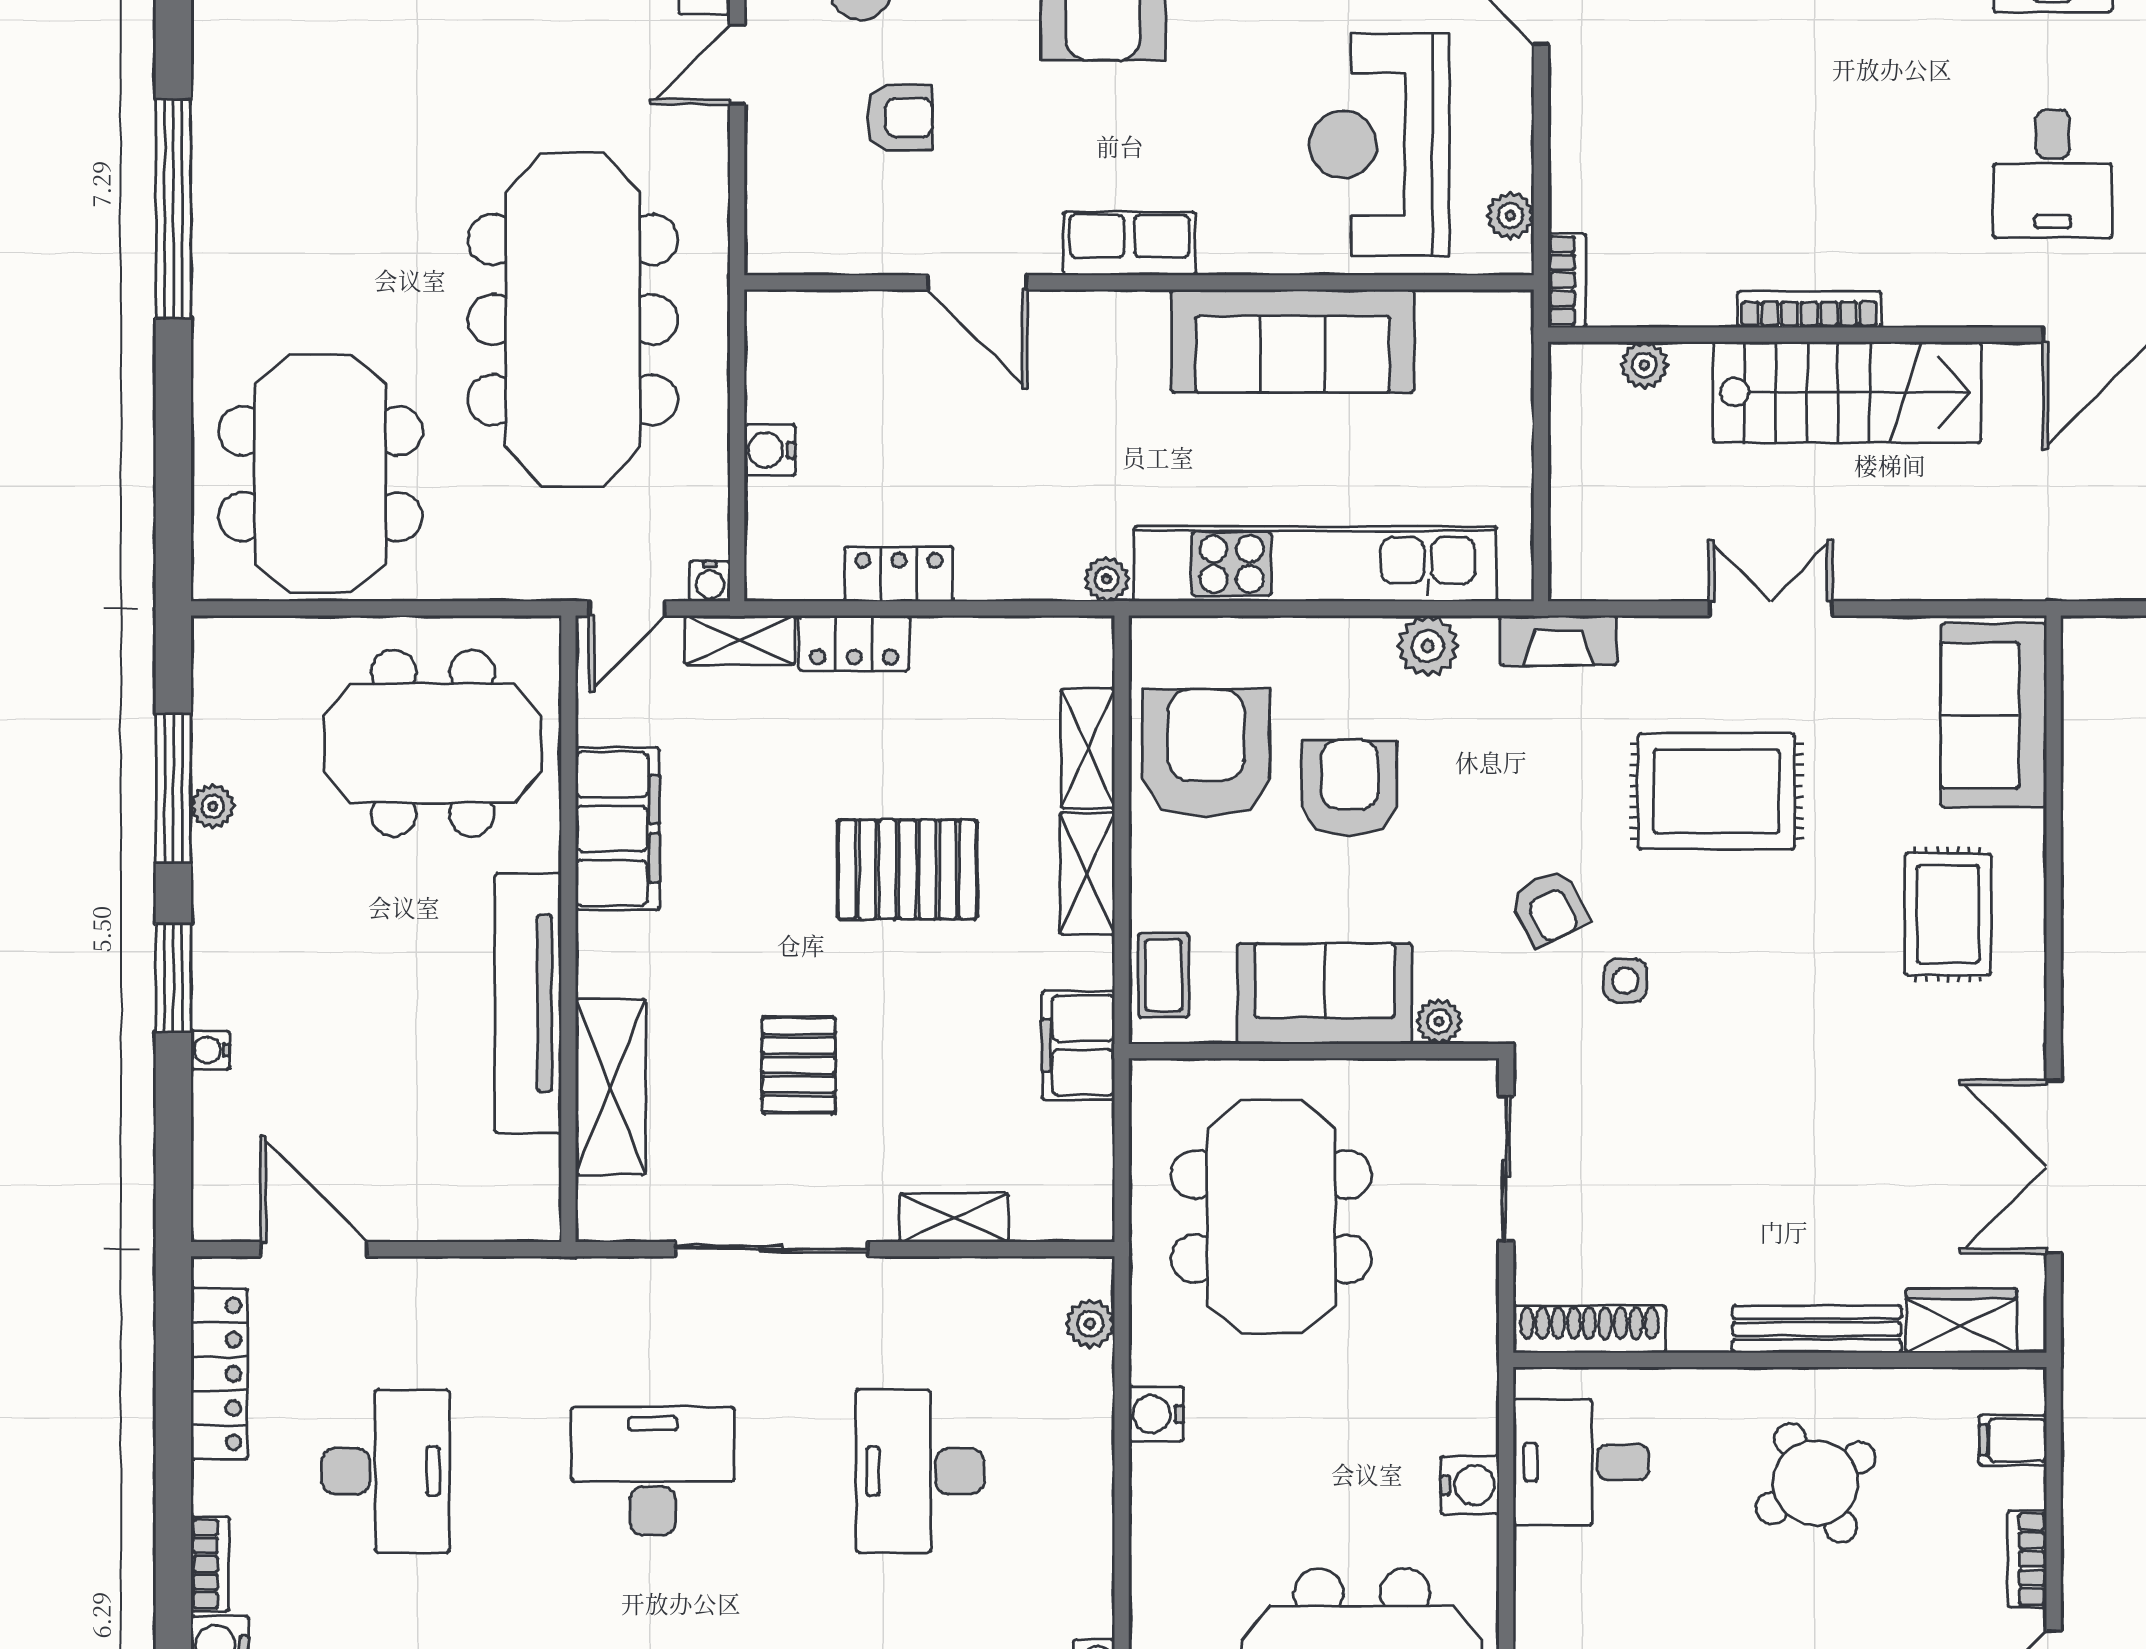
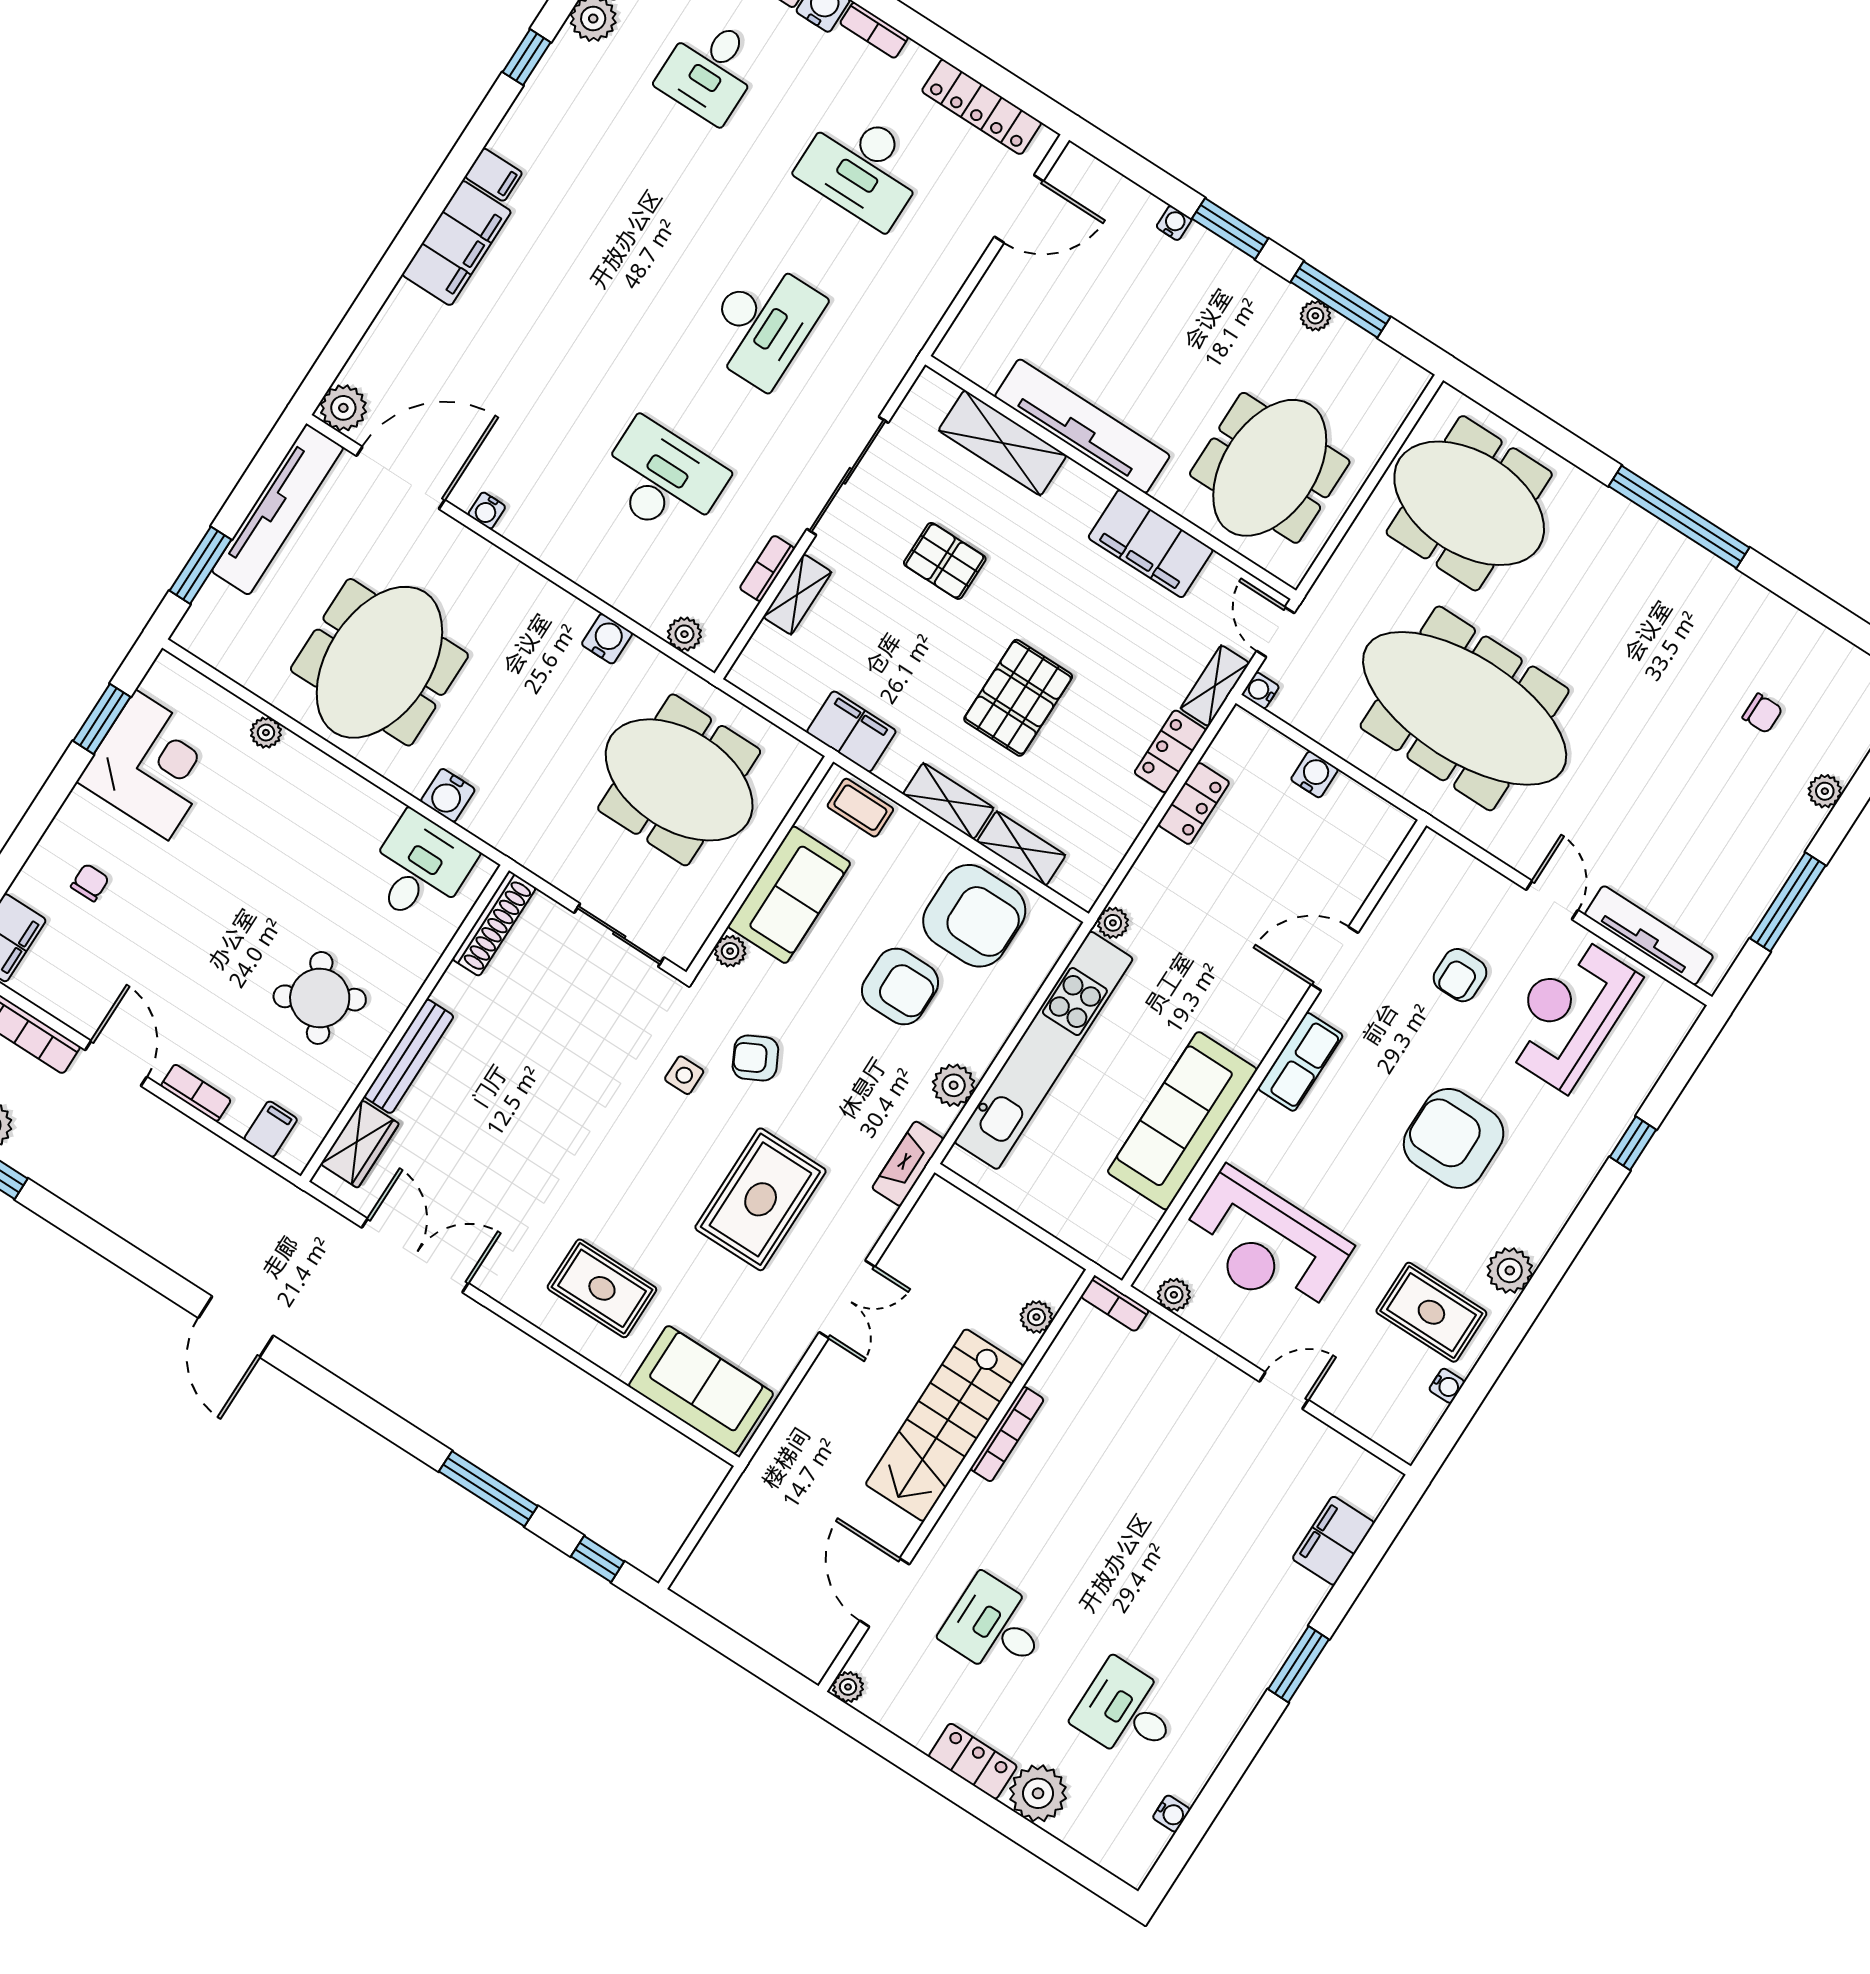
reception desk: (1379, 145) -> (1265, 1245), turned 180
bookcase: (946, 1275) -> (767, 568), added

